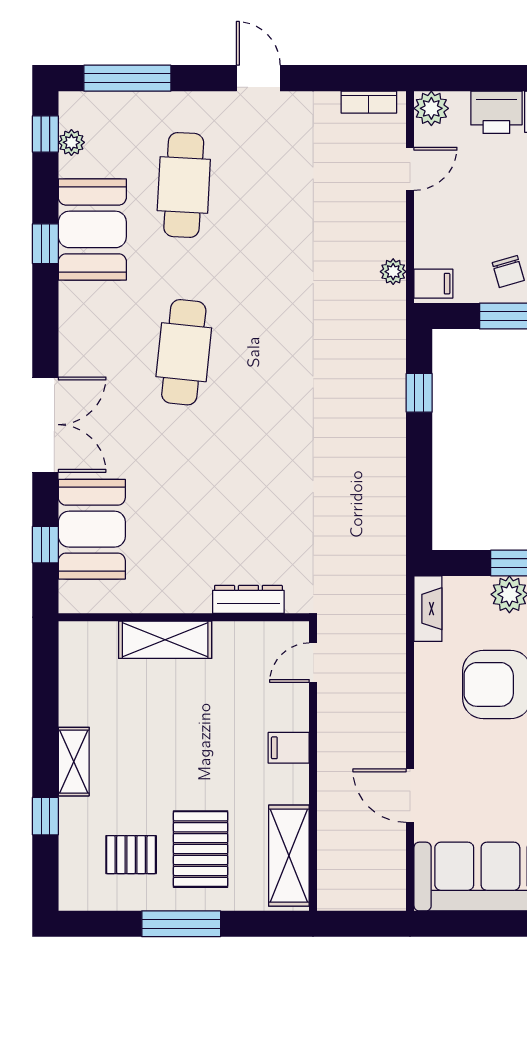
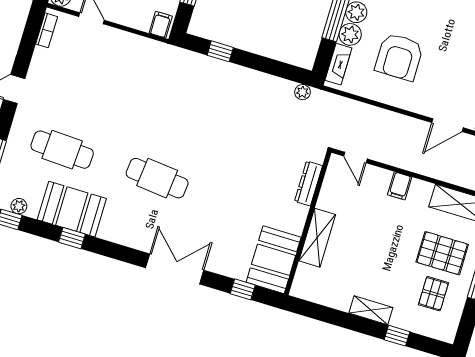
plant: (393, 272) -> (303, 92), moved
booth: (92, 529) -> (274, 260), moved, turned 90
fireplace: (428, 609) -> (338, 64), moved, turned 90

